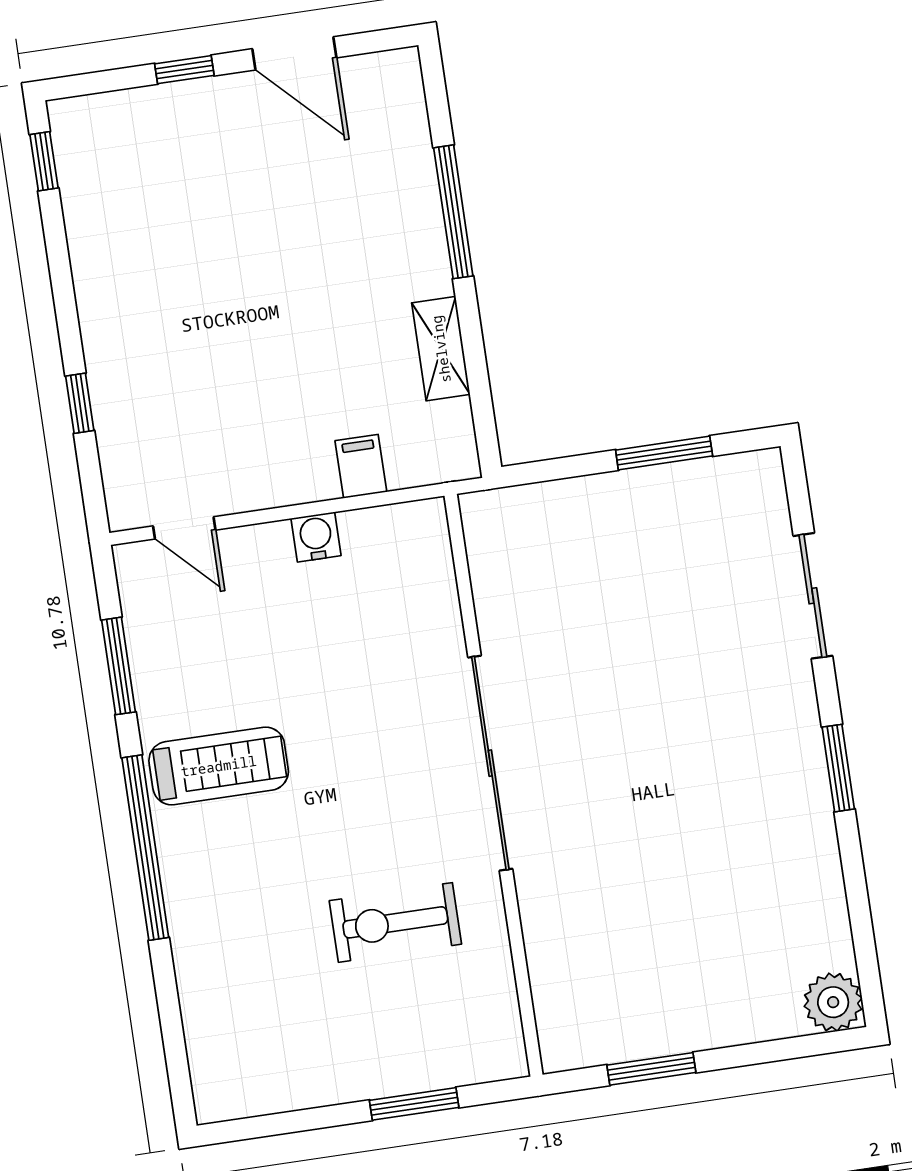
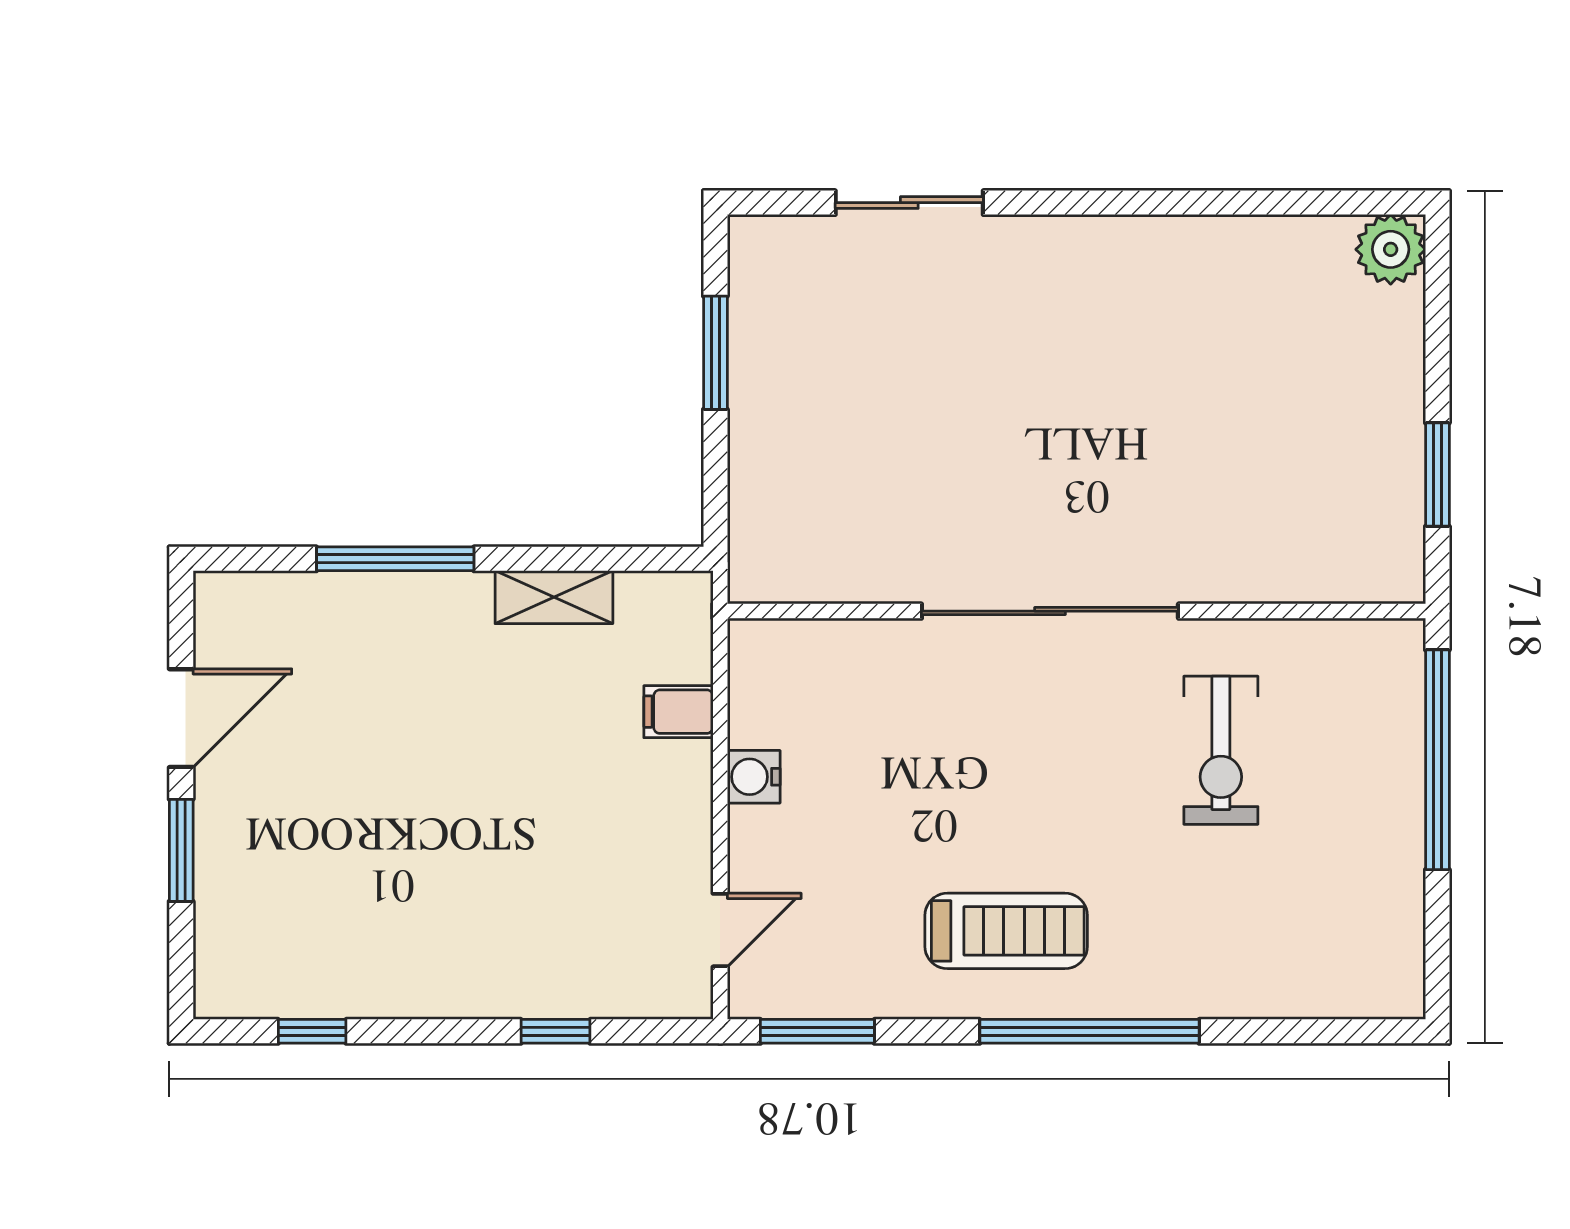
window: (184, 70) -> (181, 850), width x1.50
window: (44, 161) -> (312, 1031), moved
window: (119, 666) -> (817, 1031), moved
treadmill: (219, 766) -> (1006, 931), turned 90
window: (838, 768) -> (1116, 203), removed
window: (414, 1104) -> (1437, 760), width x2.11

